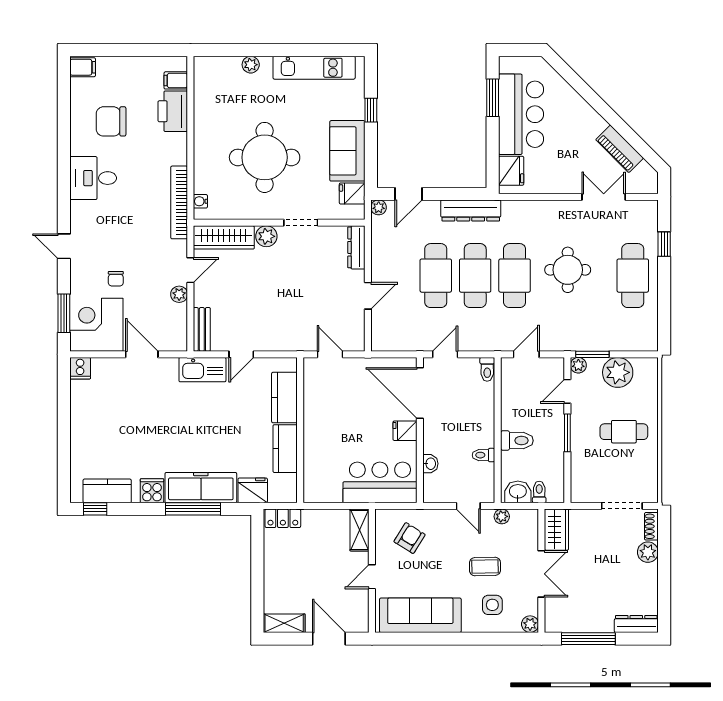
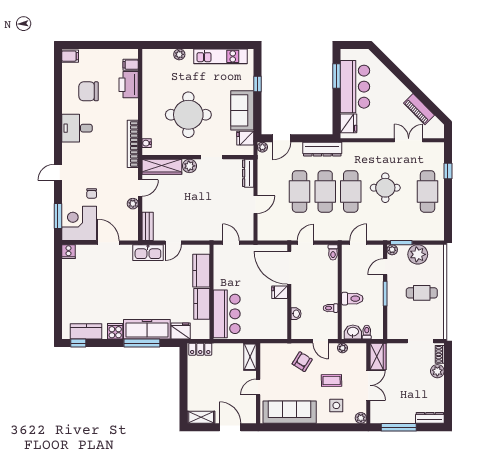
door: (64, 246) -> (58, 172), hinge flipped
bar counter: (380, 482) -> (227, 314), moved, turned 90
armchair: (410, 538) -> (302, 362), moved

